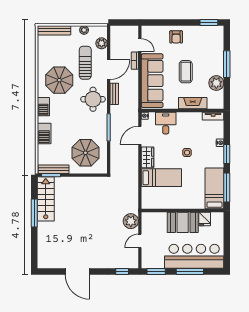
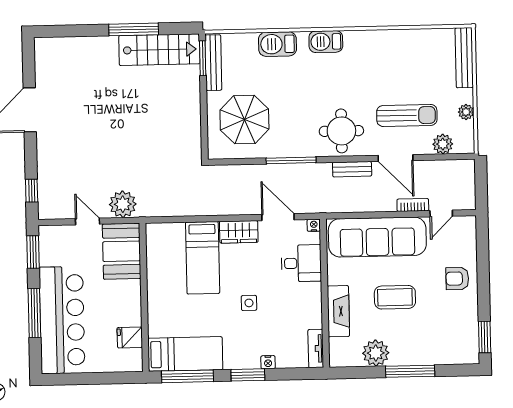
parasol: (59, 80) -> (375, 69), removed
booth: (183, 222) -> (122, 251), moved

